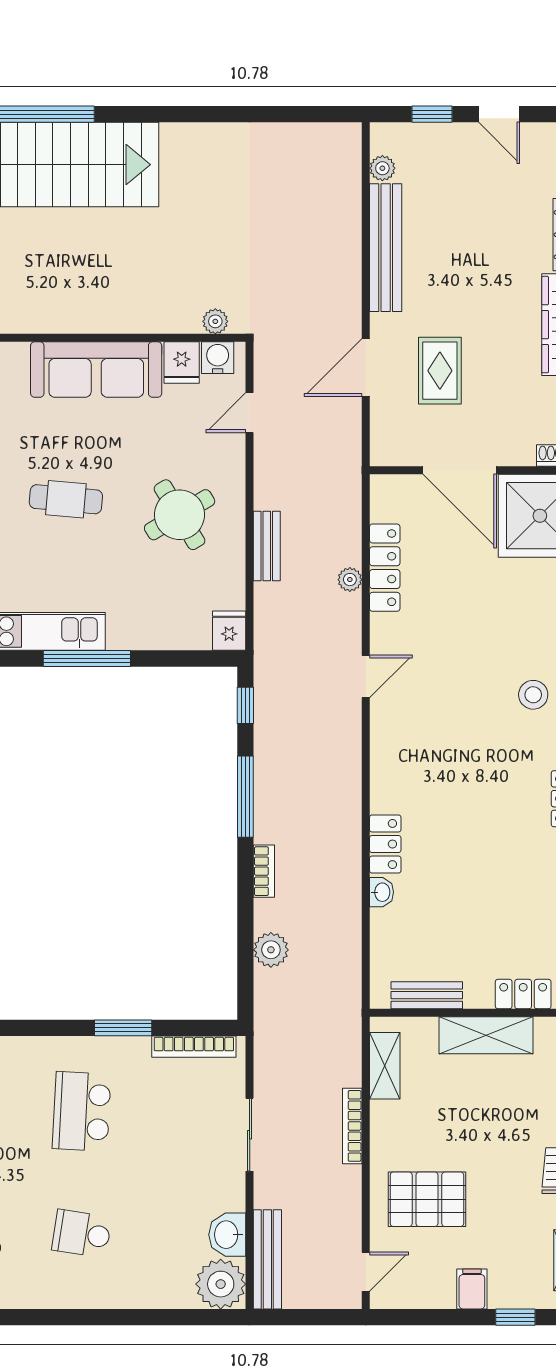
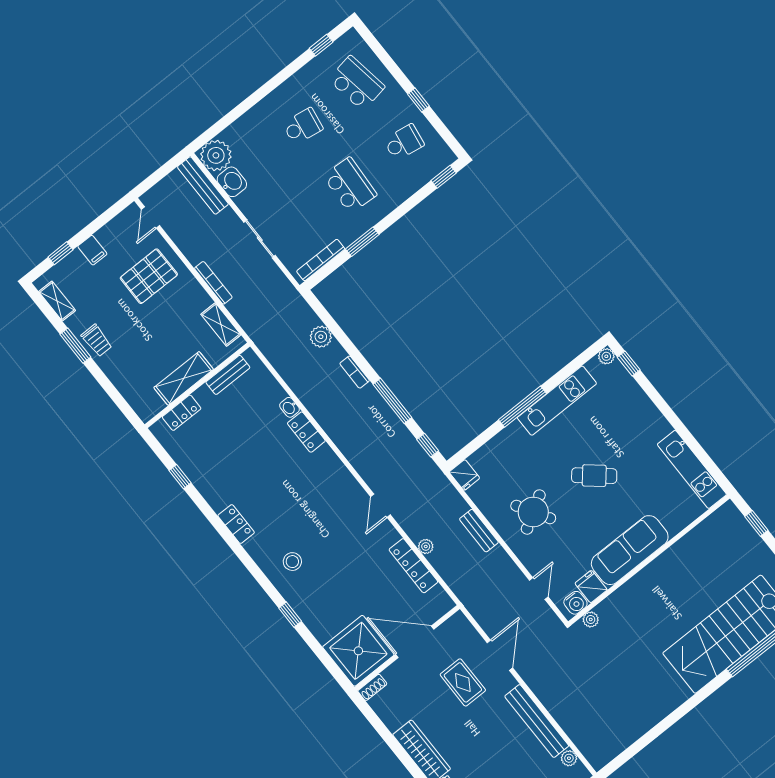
cafe table: (66, 499) -> (594, 476), turned 35

